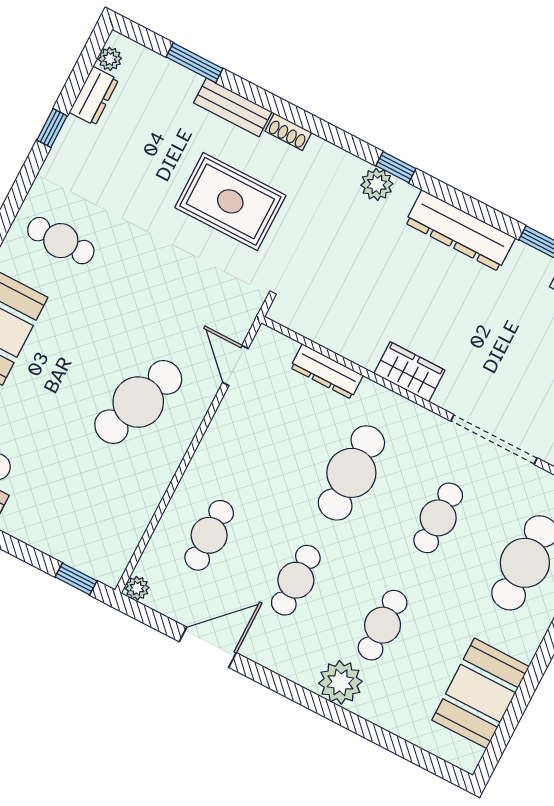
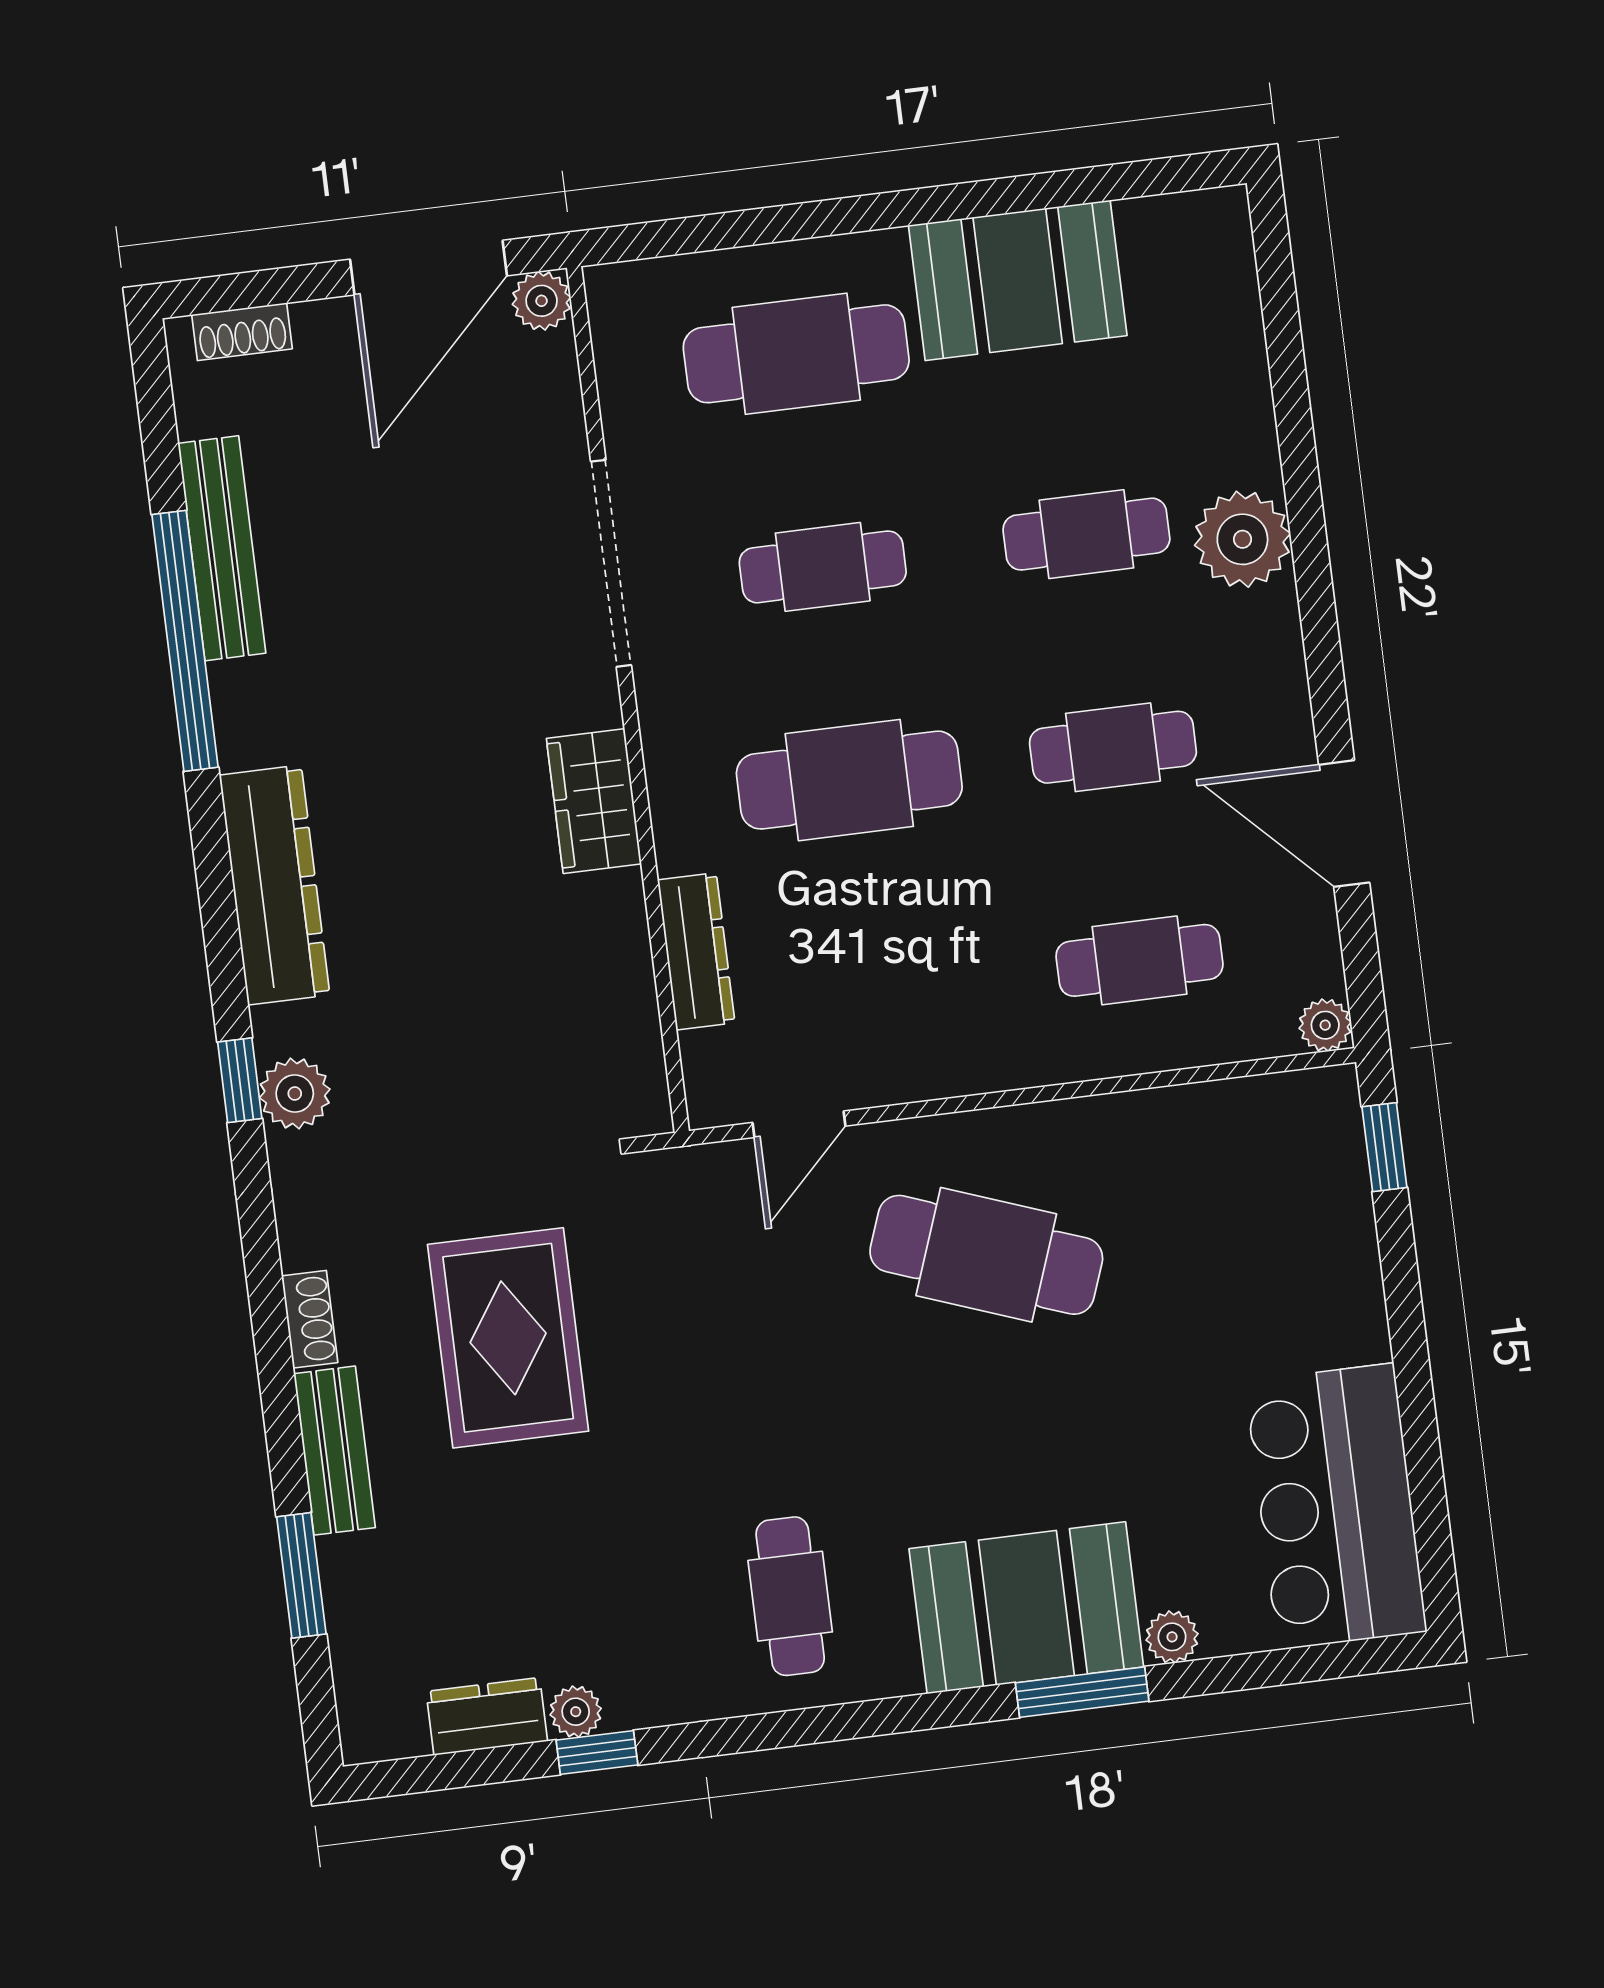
plant: (110, 59) -> (576, 1712), moved
booth: (481, 693) -> (1018, 280), moved

